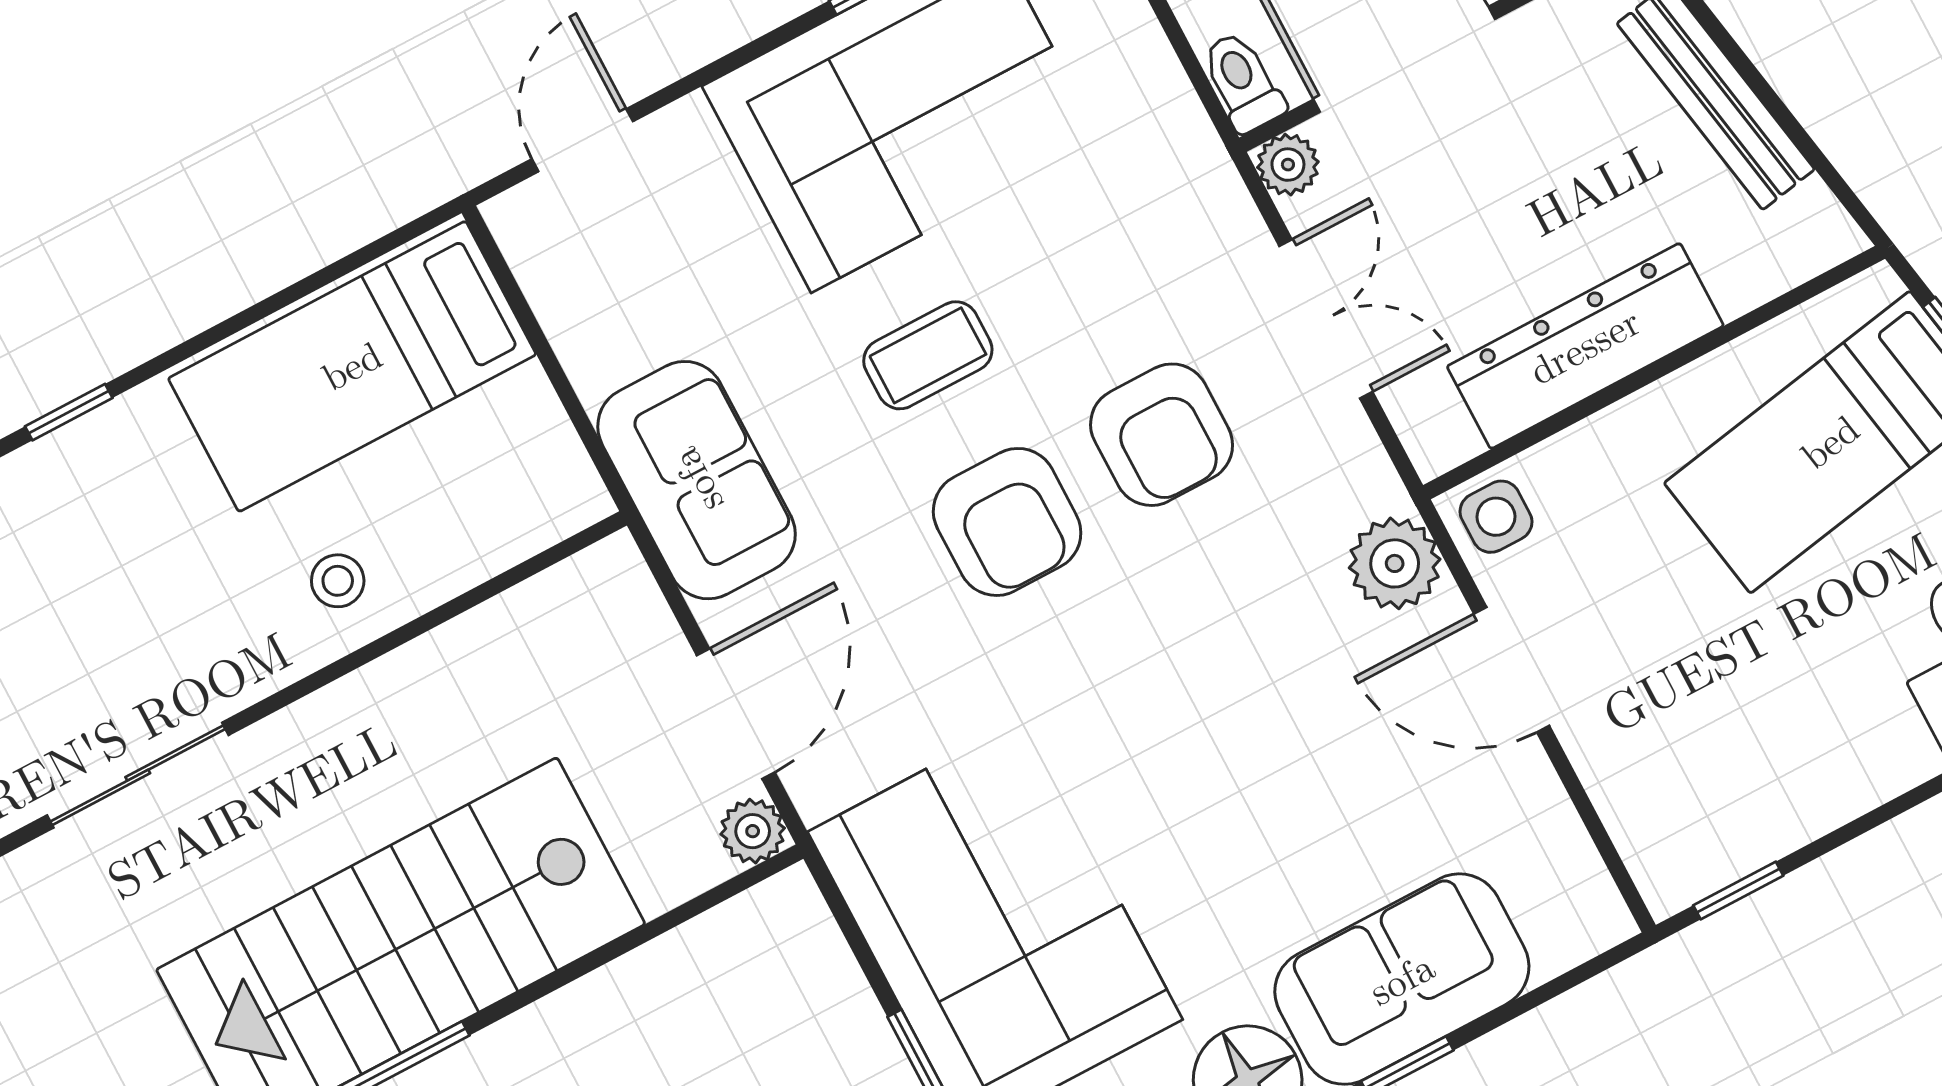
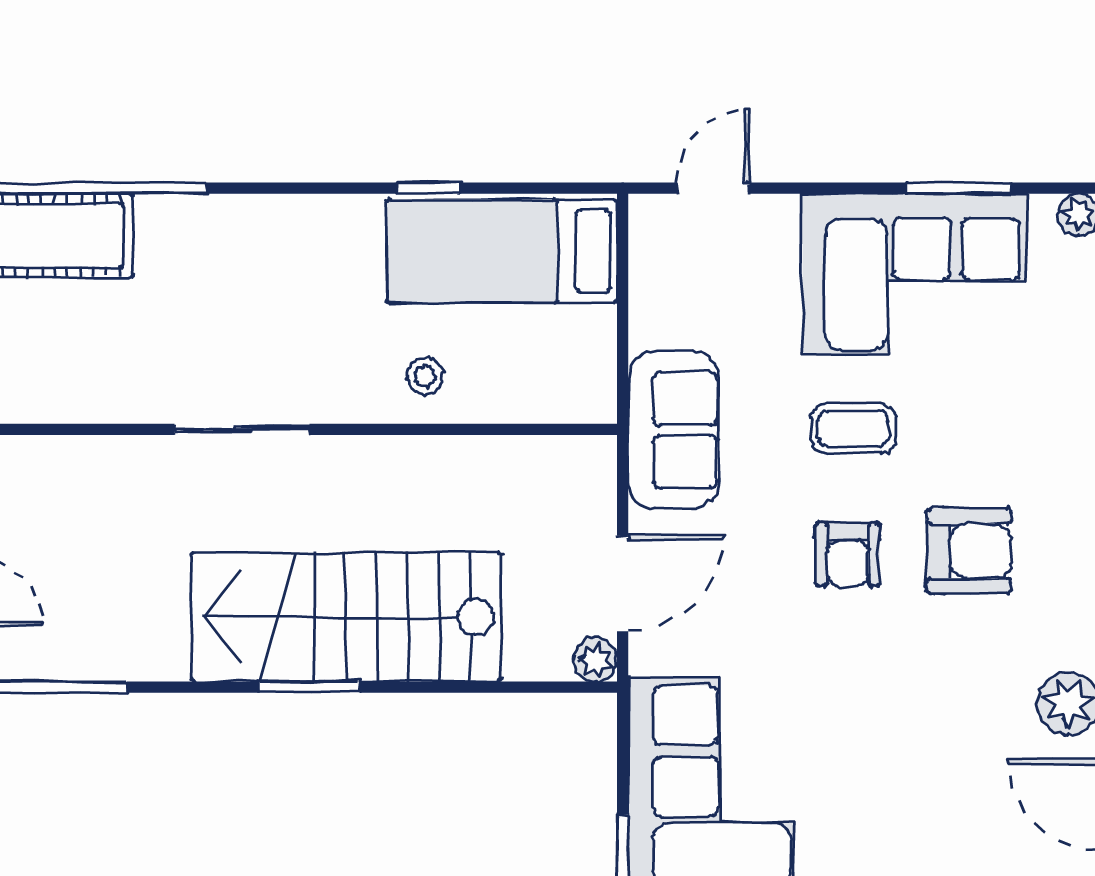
window: (69, 412) -> (428, 188), moved
armchair: (1162, 435) -> (969, 551), turned -90
armchair: (1007, 522) -> (848, 554), width x0.72, depth x0.72

